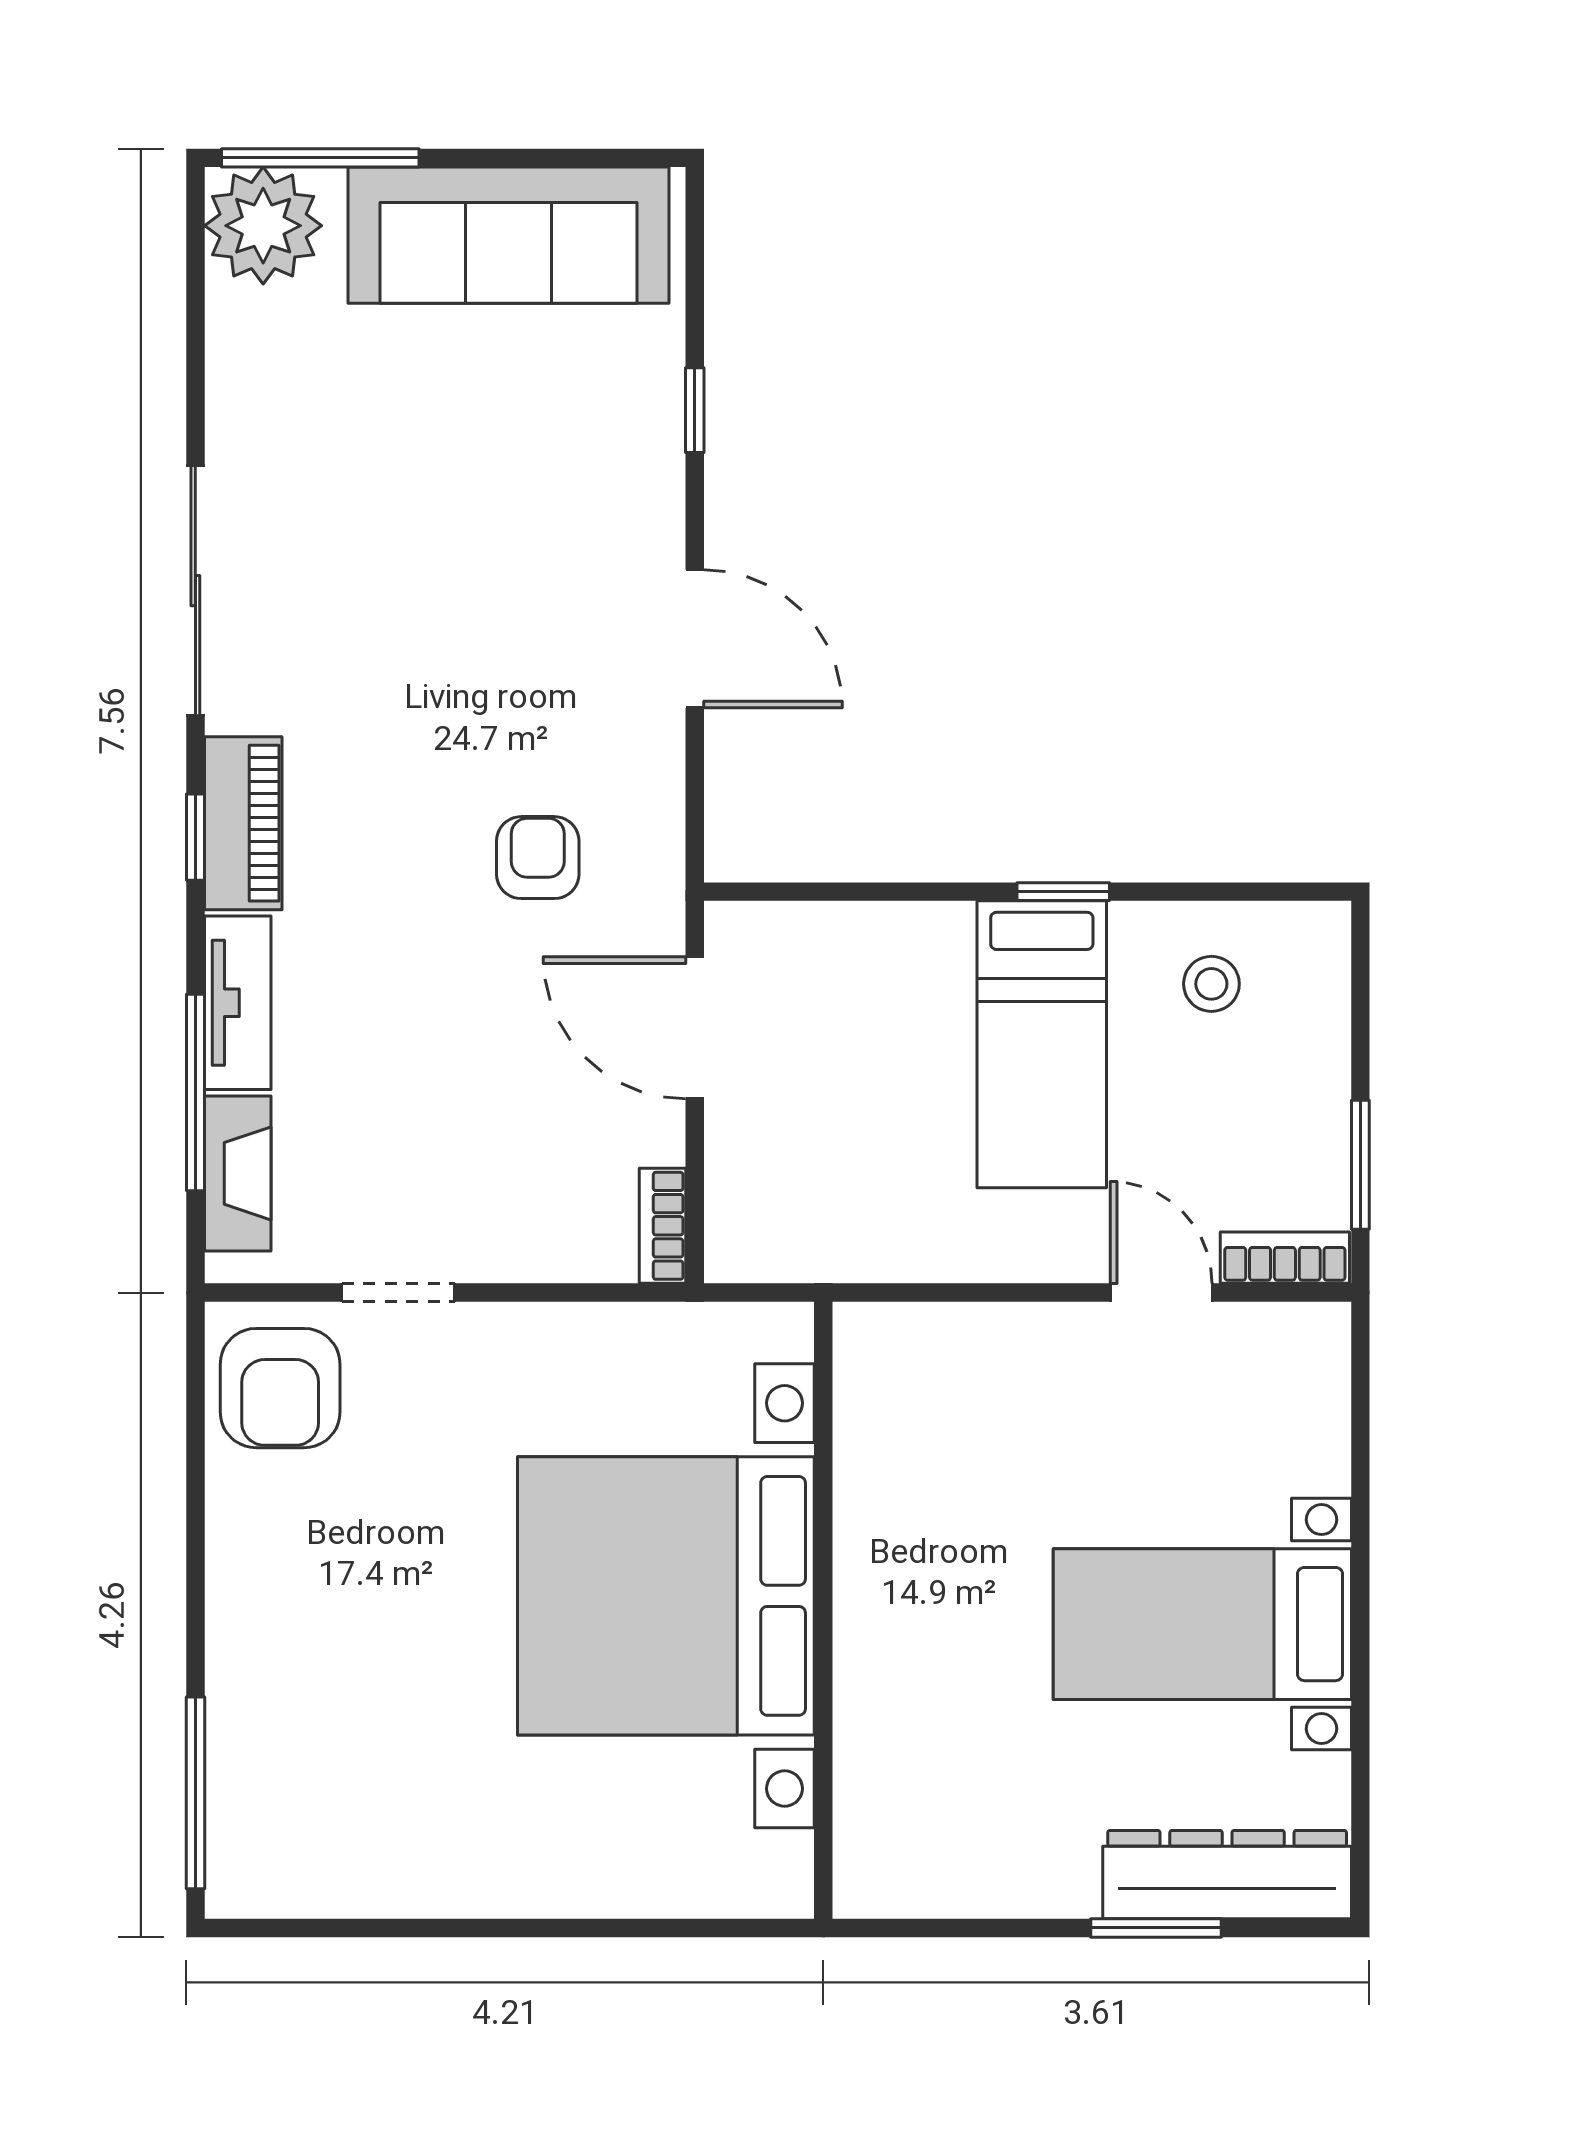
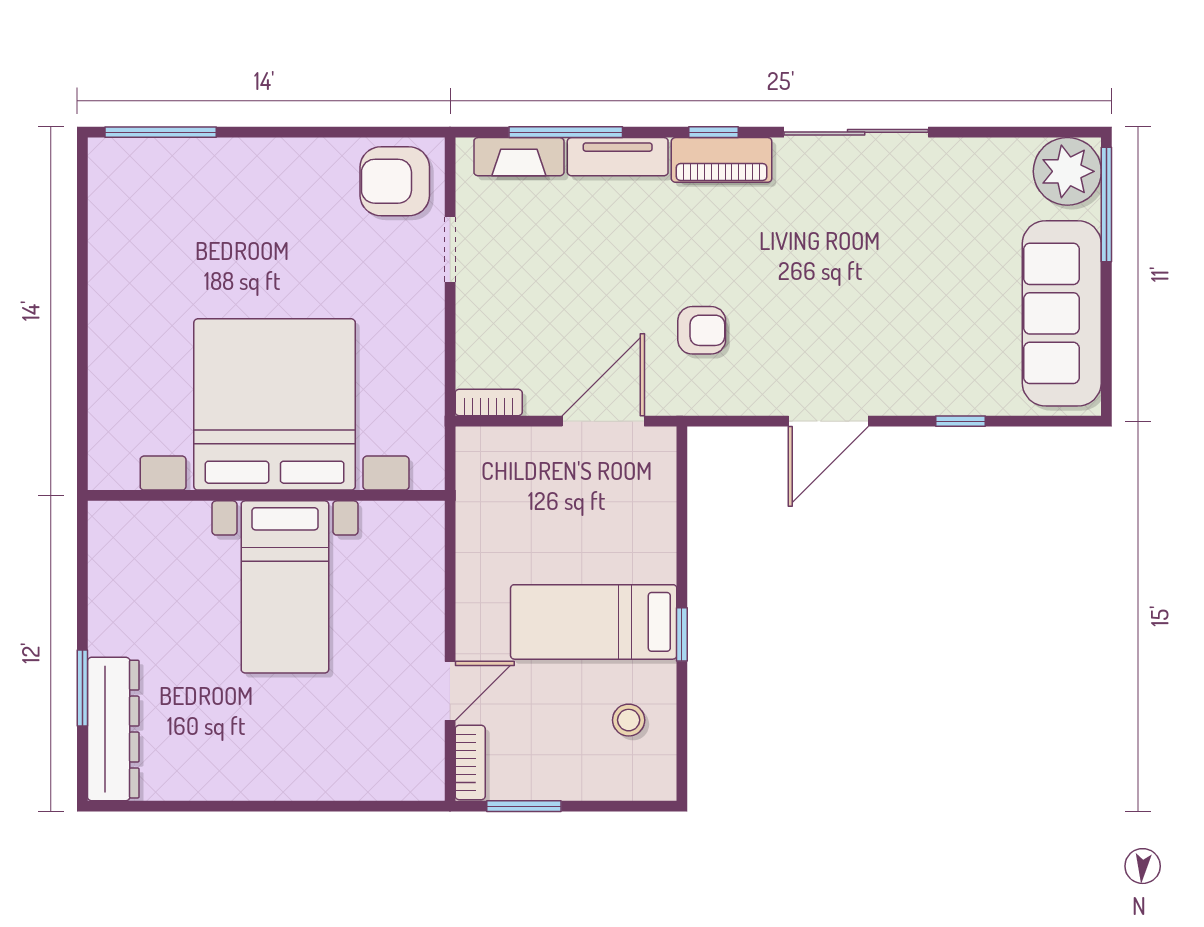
bed with nightstands: (1202, 1624) -> (285, 587), moved, turned 180

